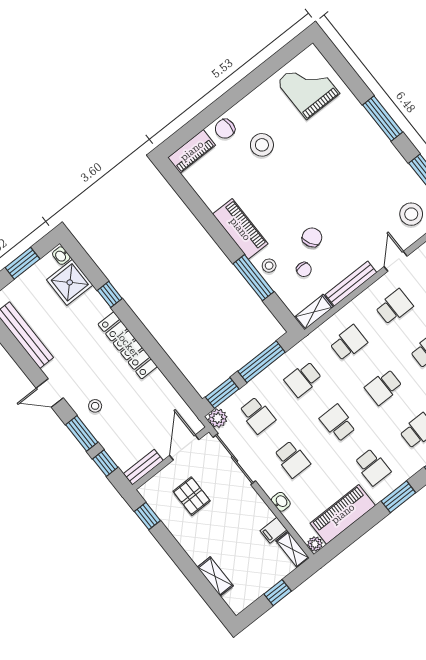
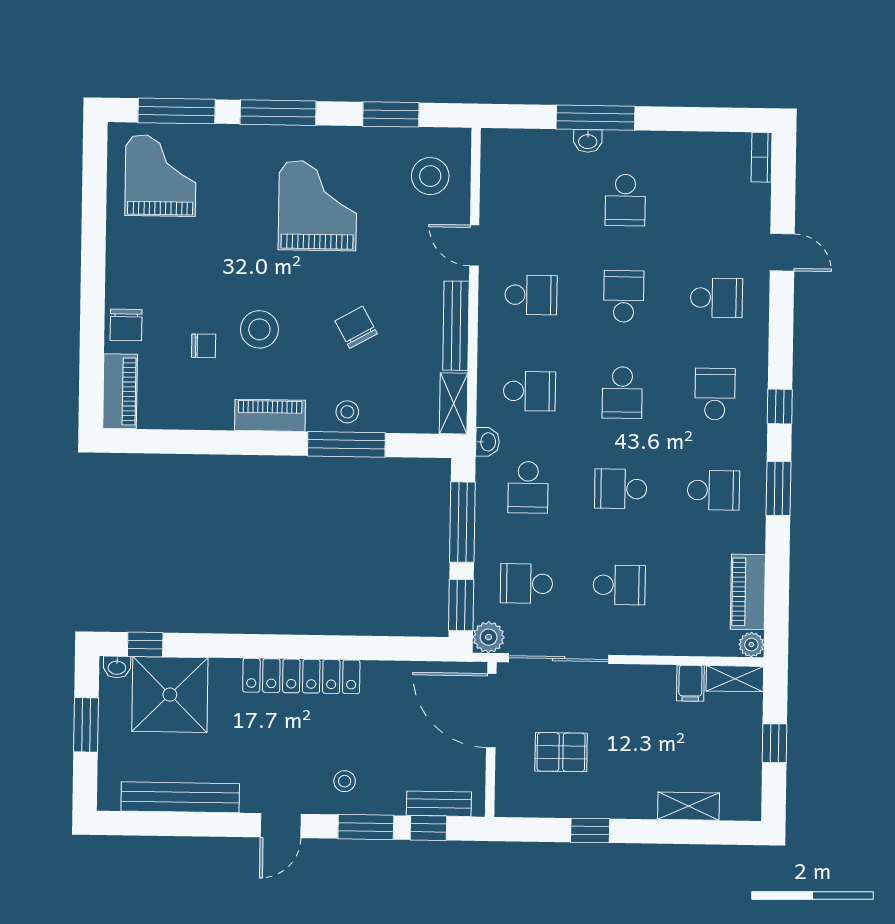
window: (344, 70) -> (177, 111), added
grand piano: (308, 88) -> (161, 176), turned 90
stool: (262, 145) -> (259, 329), moved
grand piano: (354, 173) -> (318, 206), added
piano: (240, 229) -> (270, 415), width x0.73, depth x0.75
chair: (304, 269) -> (204, 346), moved
shower: (70, 282) -> (170, 695), width x1.37, depth x1.37
window: (110, 294) -> (145, 645), moved
school desk: (394, 307) -> (531, 295), turned 90
school desk: (349, 343) -> (529, 391), turned 90
school desk: (257, 415) -> (526, 584), turned 180
door: (184, 448) -> (491, 711), width x1.36
bench: (143, 467) -> (439, 804), moved, turned 90
washbasin: (281, 502) -> (487, 442), moved, turned 90
piano: (343, 514) -> (748, 592), width x0.73, depth x0.75
window: (147, 516) -> (590, 831), moved

